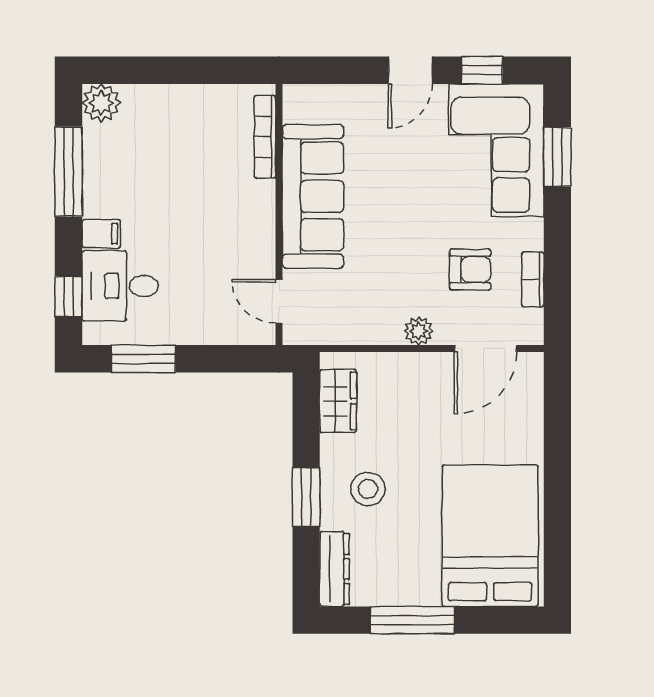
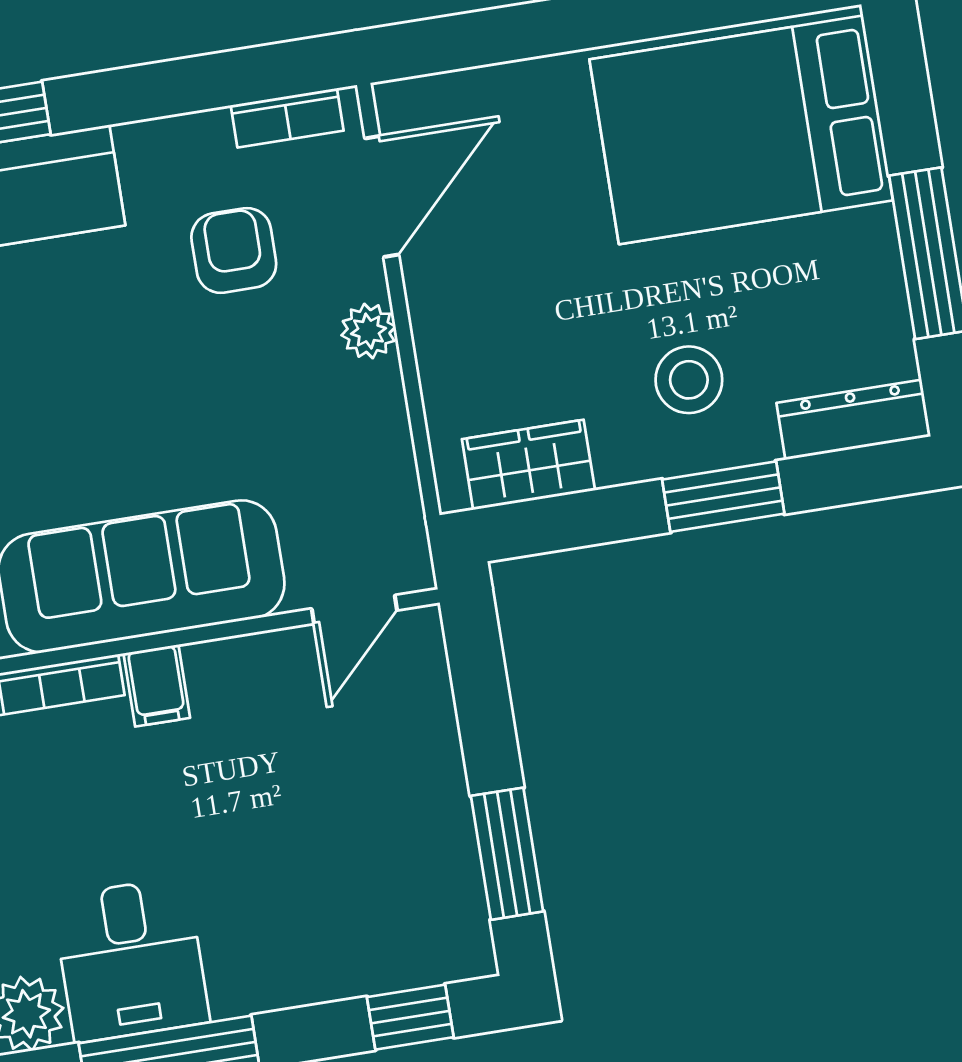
filing cabinet: (101, 234) -> (157, 686), moved, turned 180
bookcase: (533, 279) -> (287, 118), moved
desk: (120, 286) -> (131, 960), moved
door: (485, 349) -> (382, 196), hinge flipped

